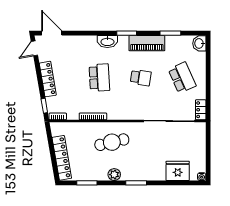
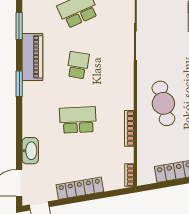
washbasin: (107, 42) -> (30, 151), moved
window: (44, 106) -> (115, 193), removed

